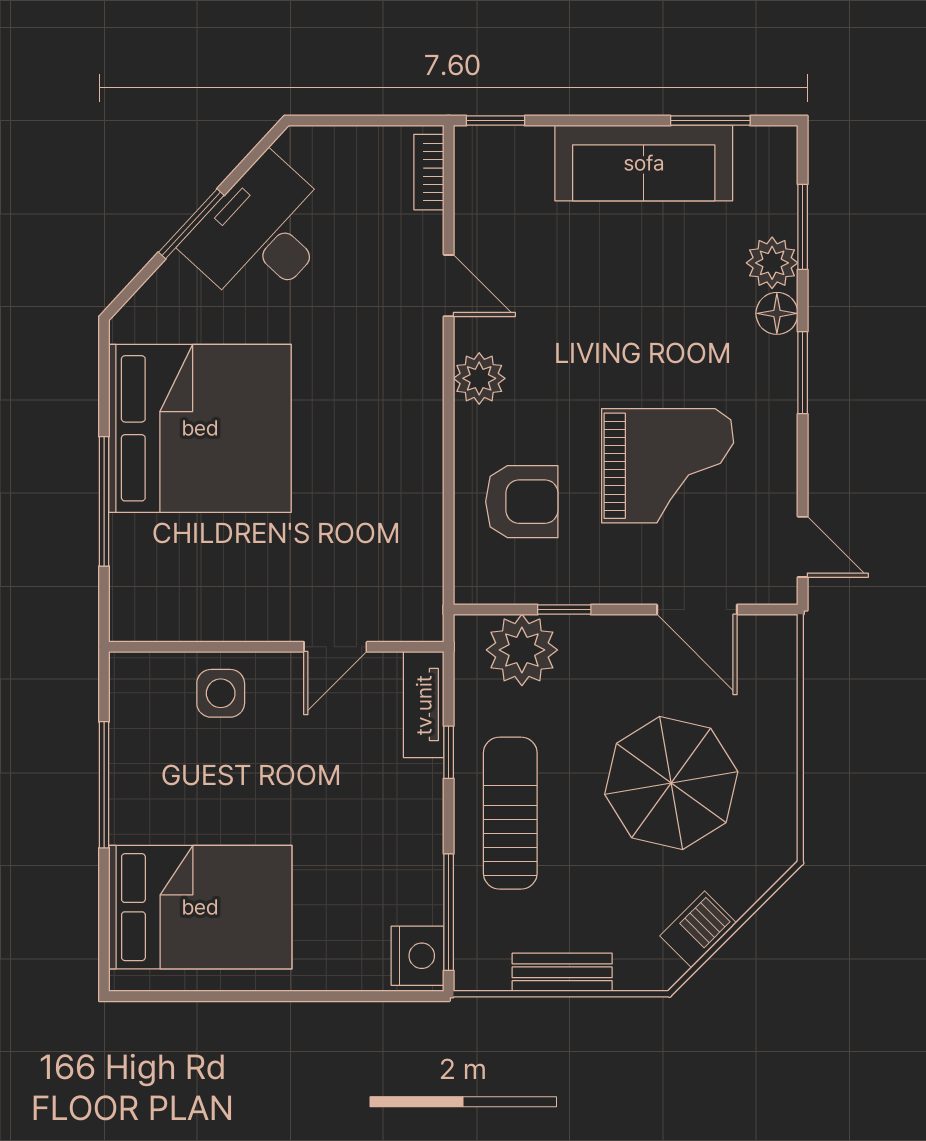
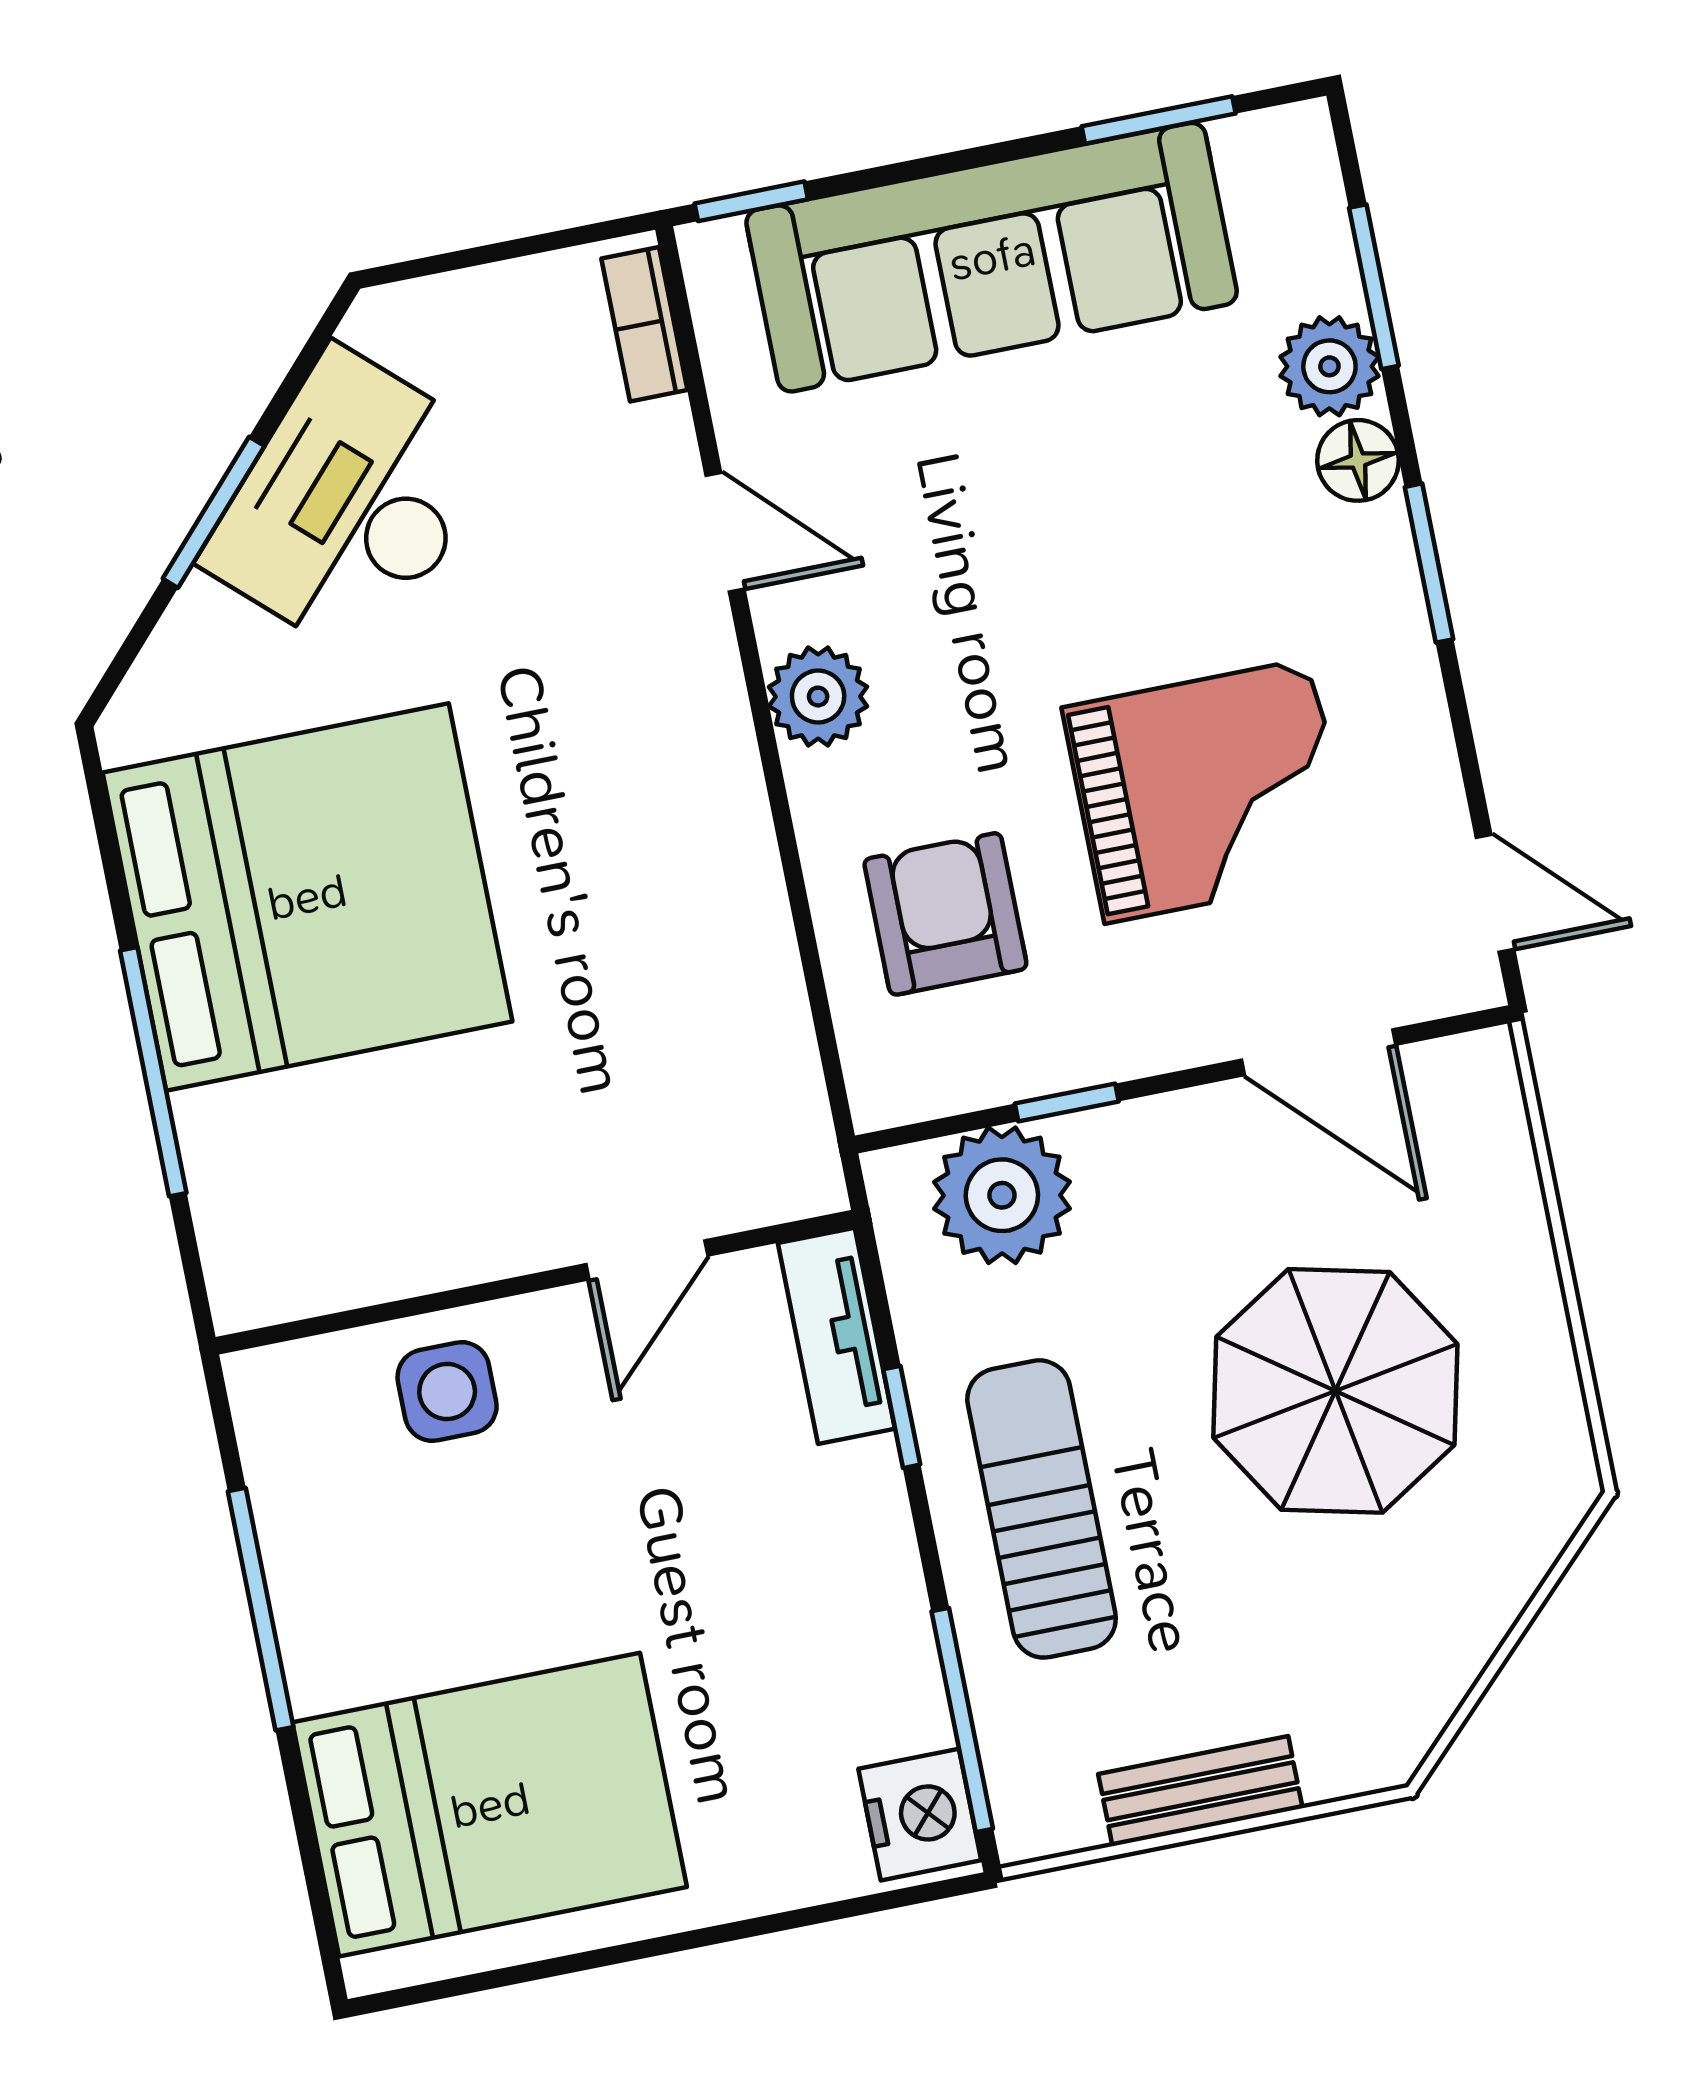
sofa: (644, 163) -> (992, 257), width x1.36, depth x1.27
armchair: (522, 502) -> (945, 914), turned -90
barbecue: (698, 929) -> (1442, 1658), removed

